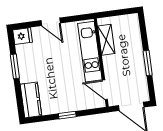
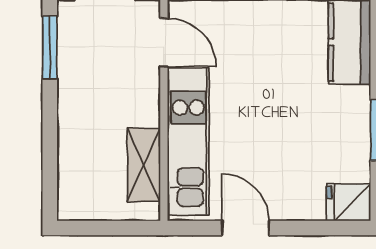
door: (51, 22) -> (245, 228), moved
window: (148, 63) -> (50, 48), moved

